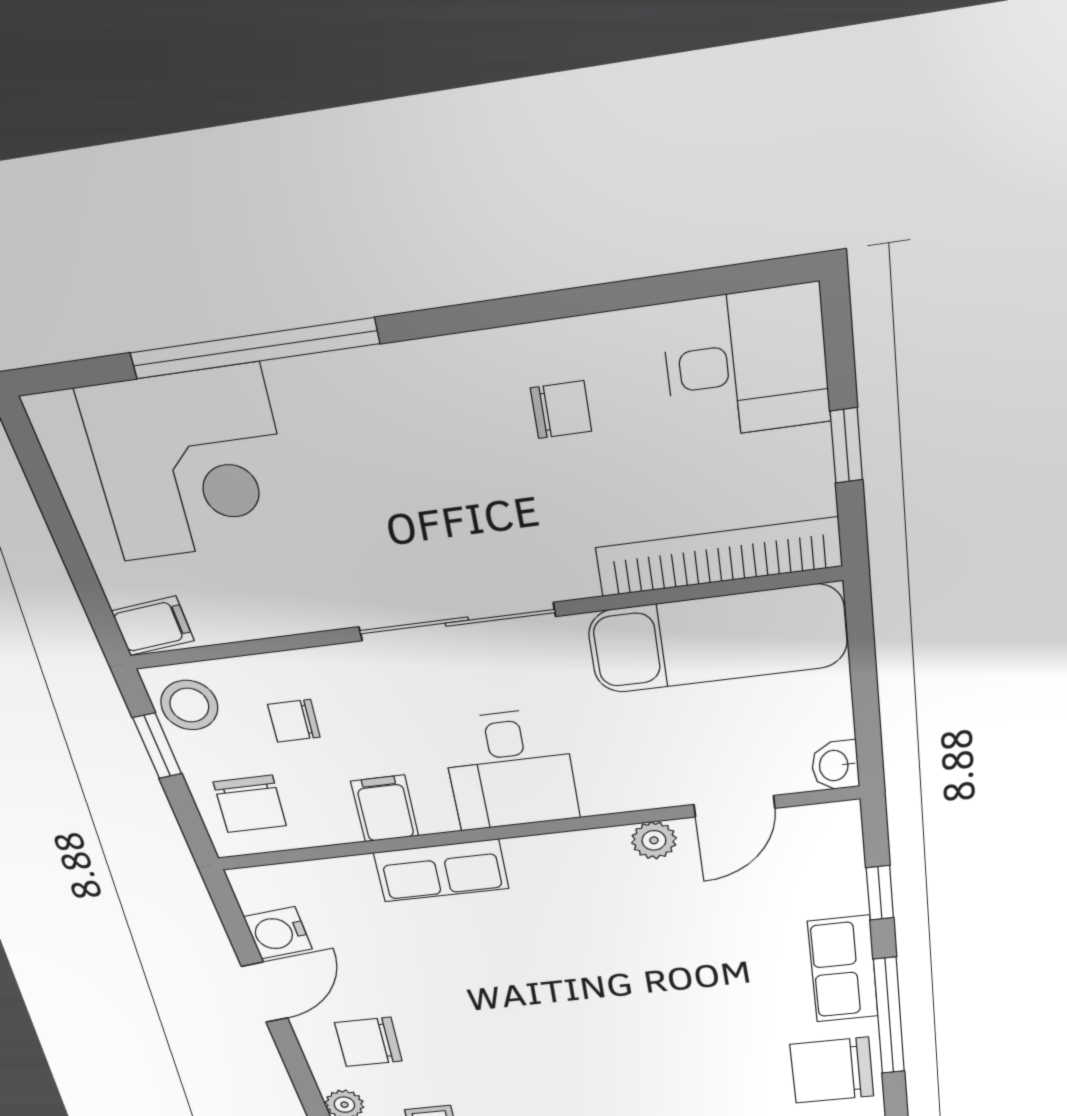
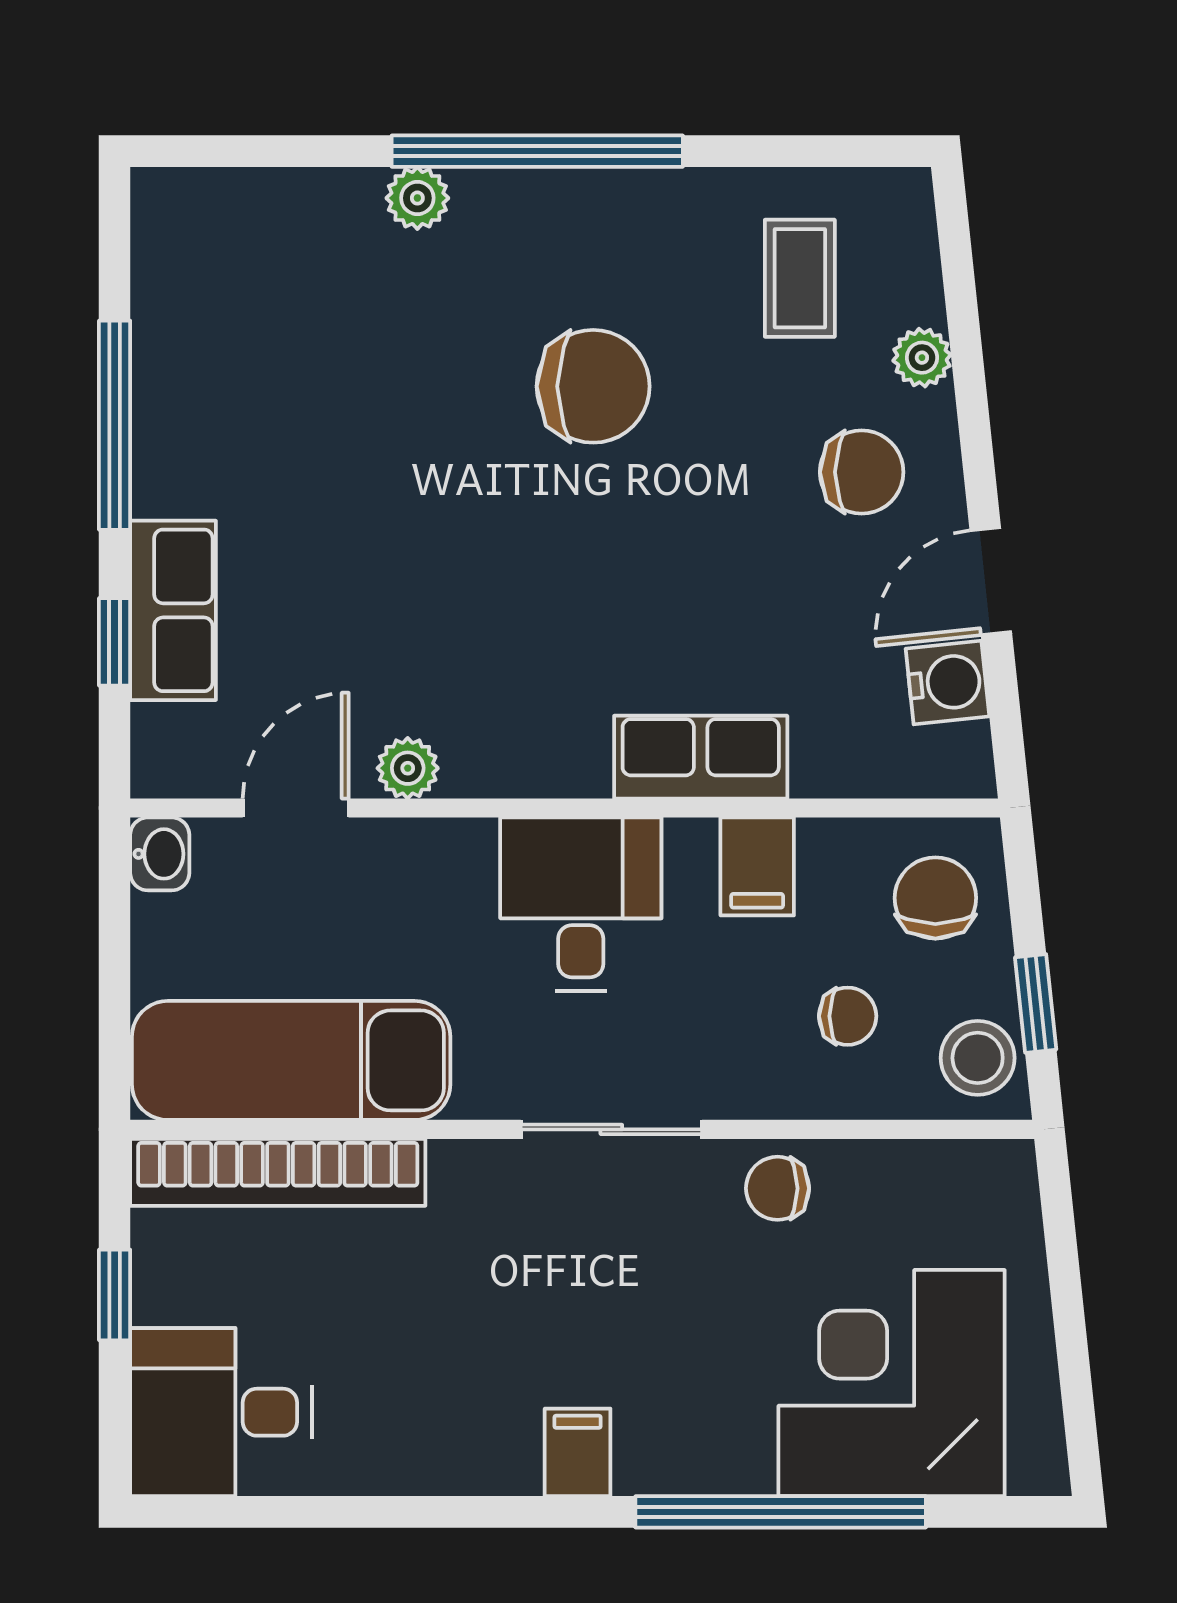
chair: (561, 410) -> (778, 1188), moved
sliding door: (457, 622) -> (611, 1129), width x0.73
filing cabinet: (153, 626) -> (578, 1452), moved, turned 96
row of seats: (843, 969) -> (173, 610), moved
chair: (832, 1070) -> (593, 386), moved

